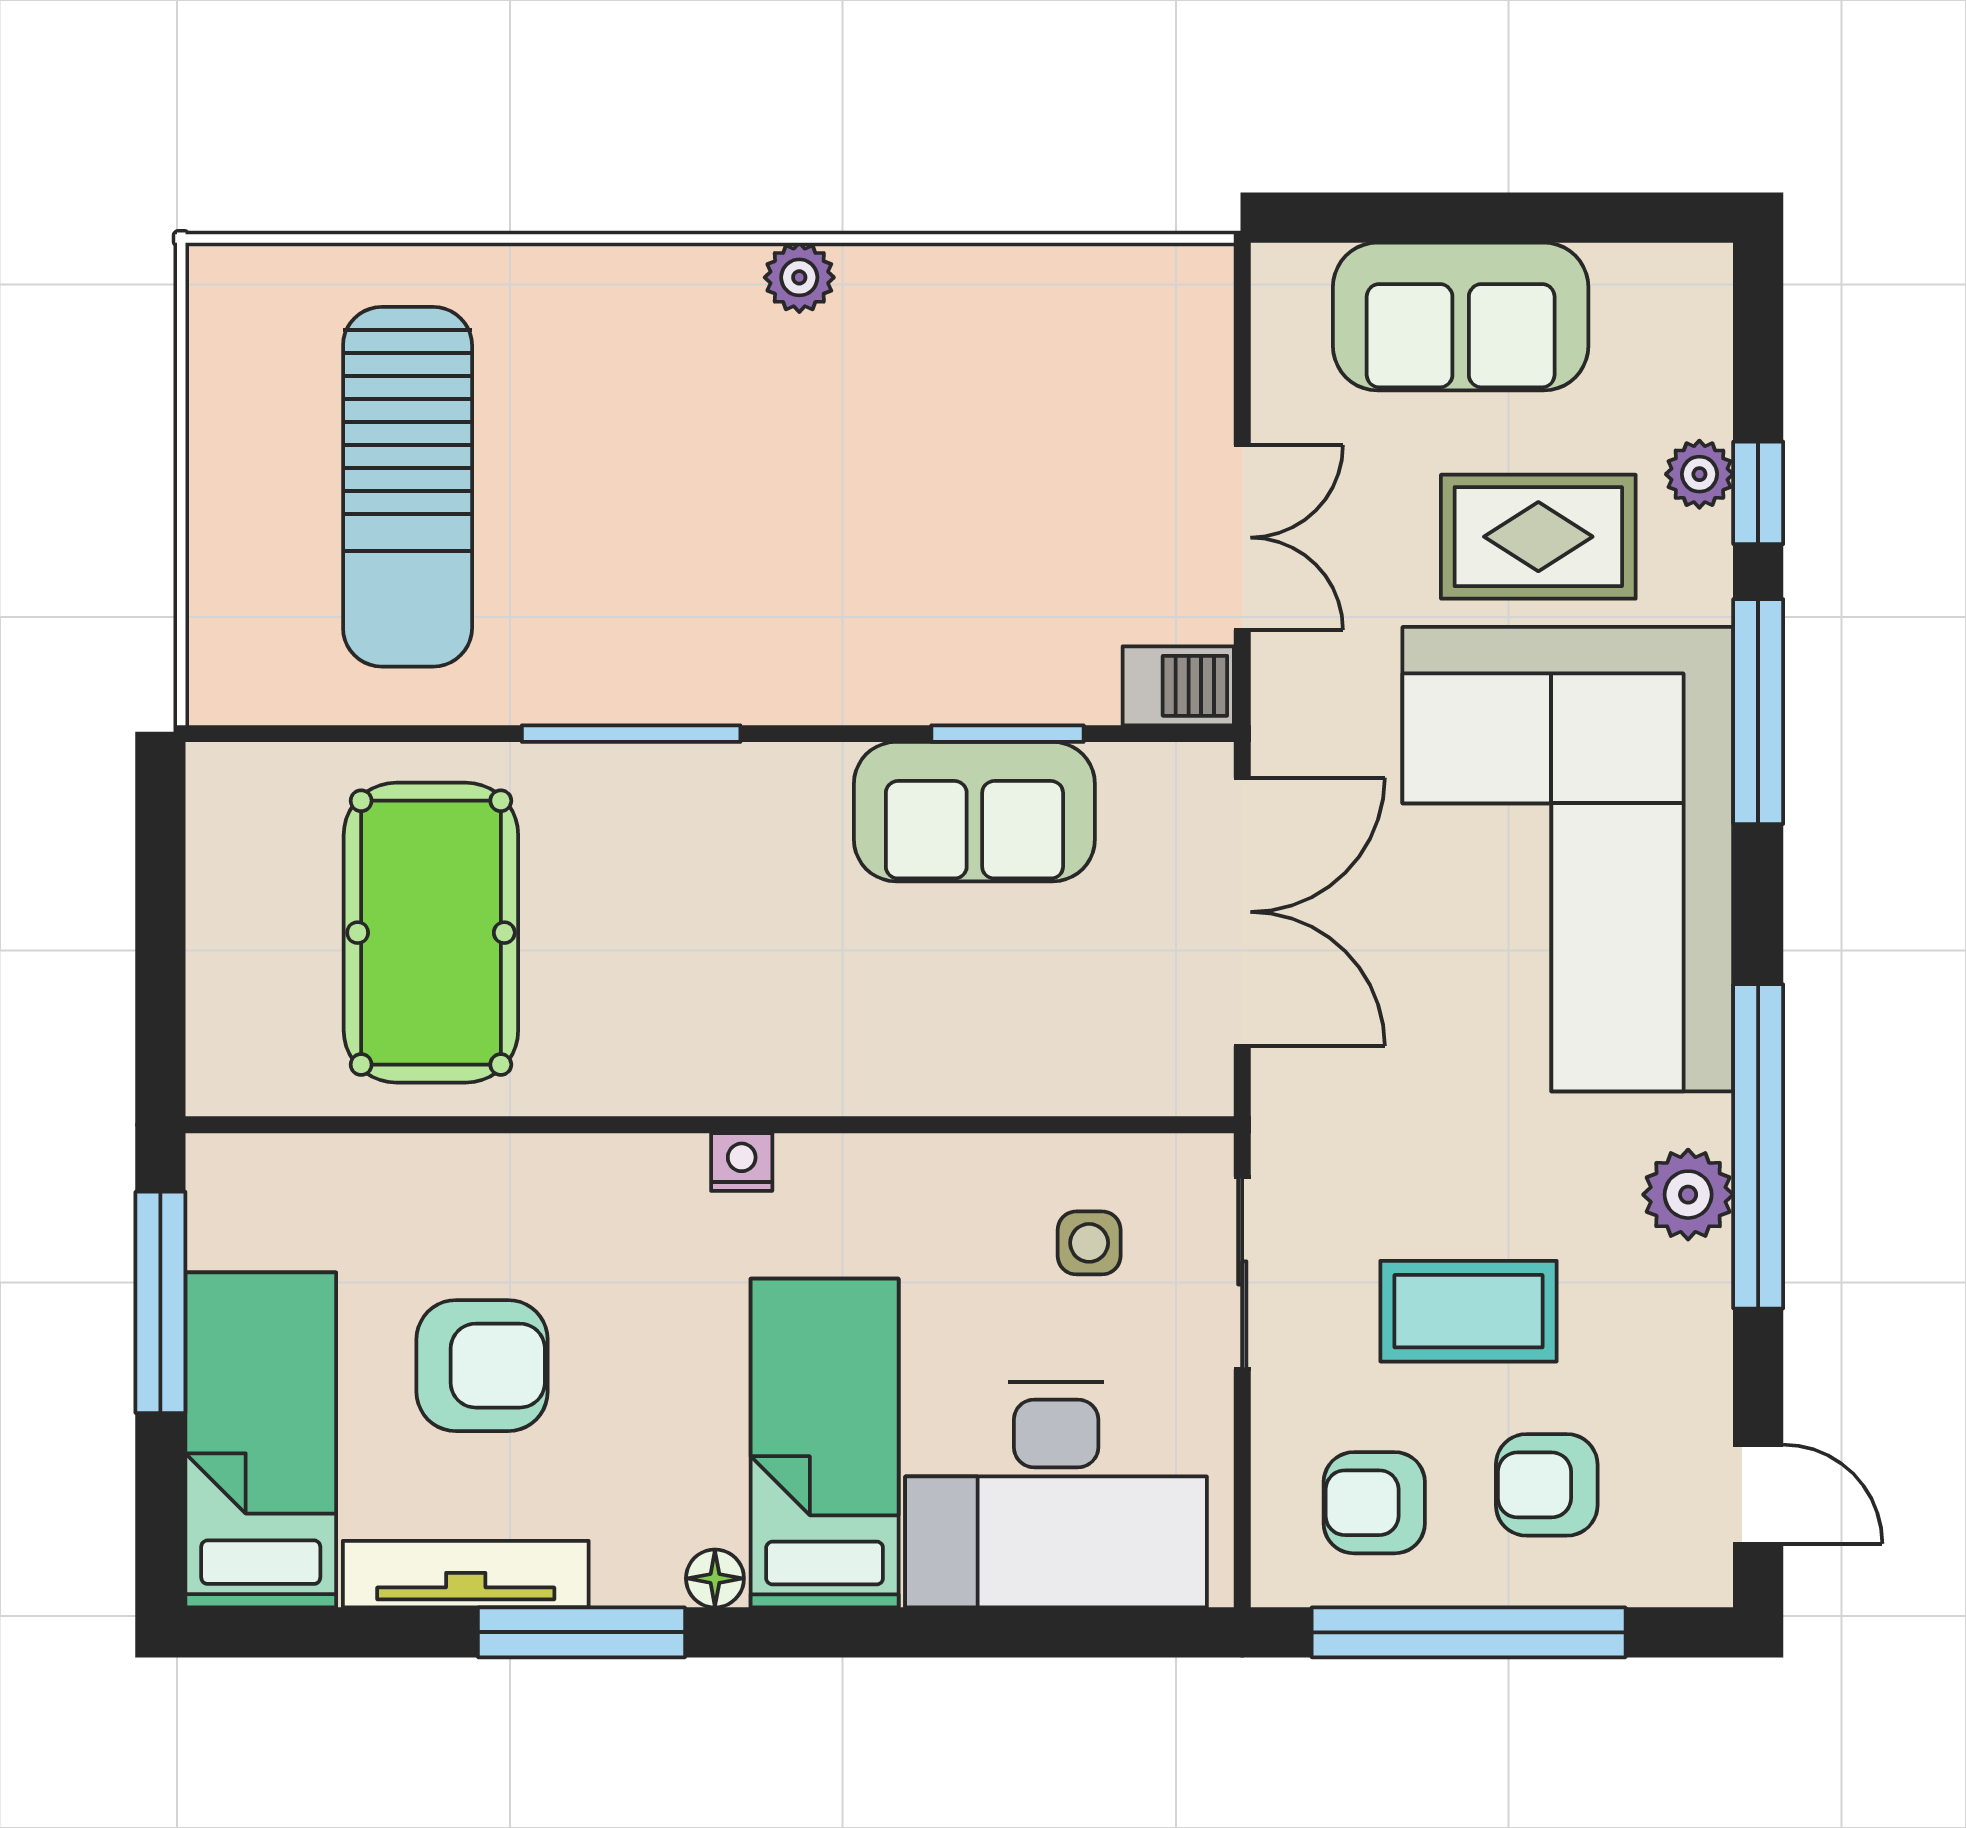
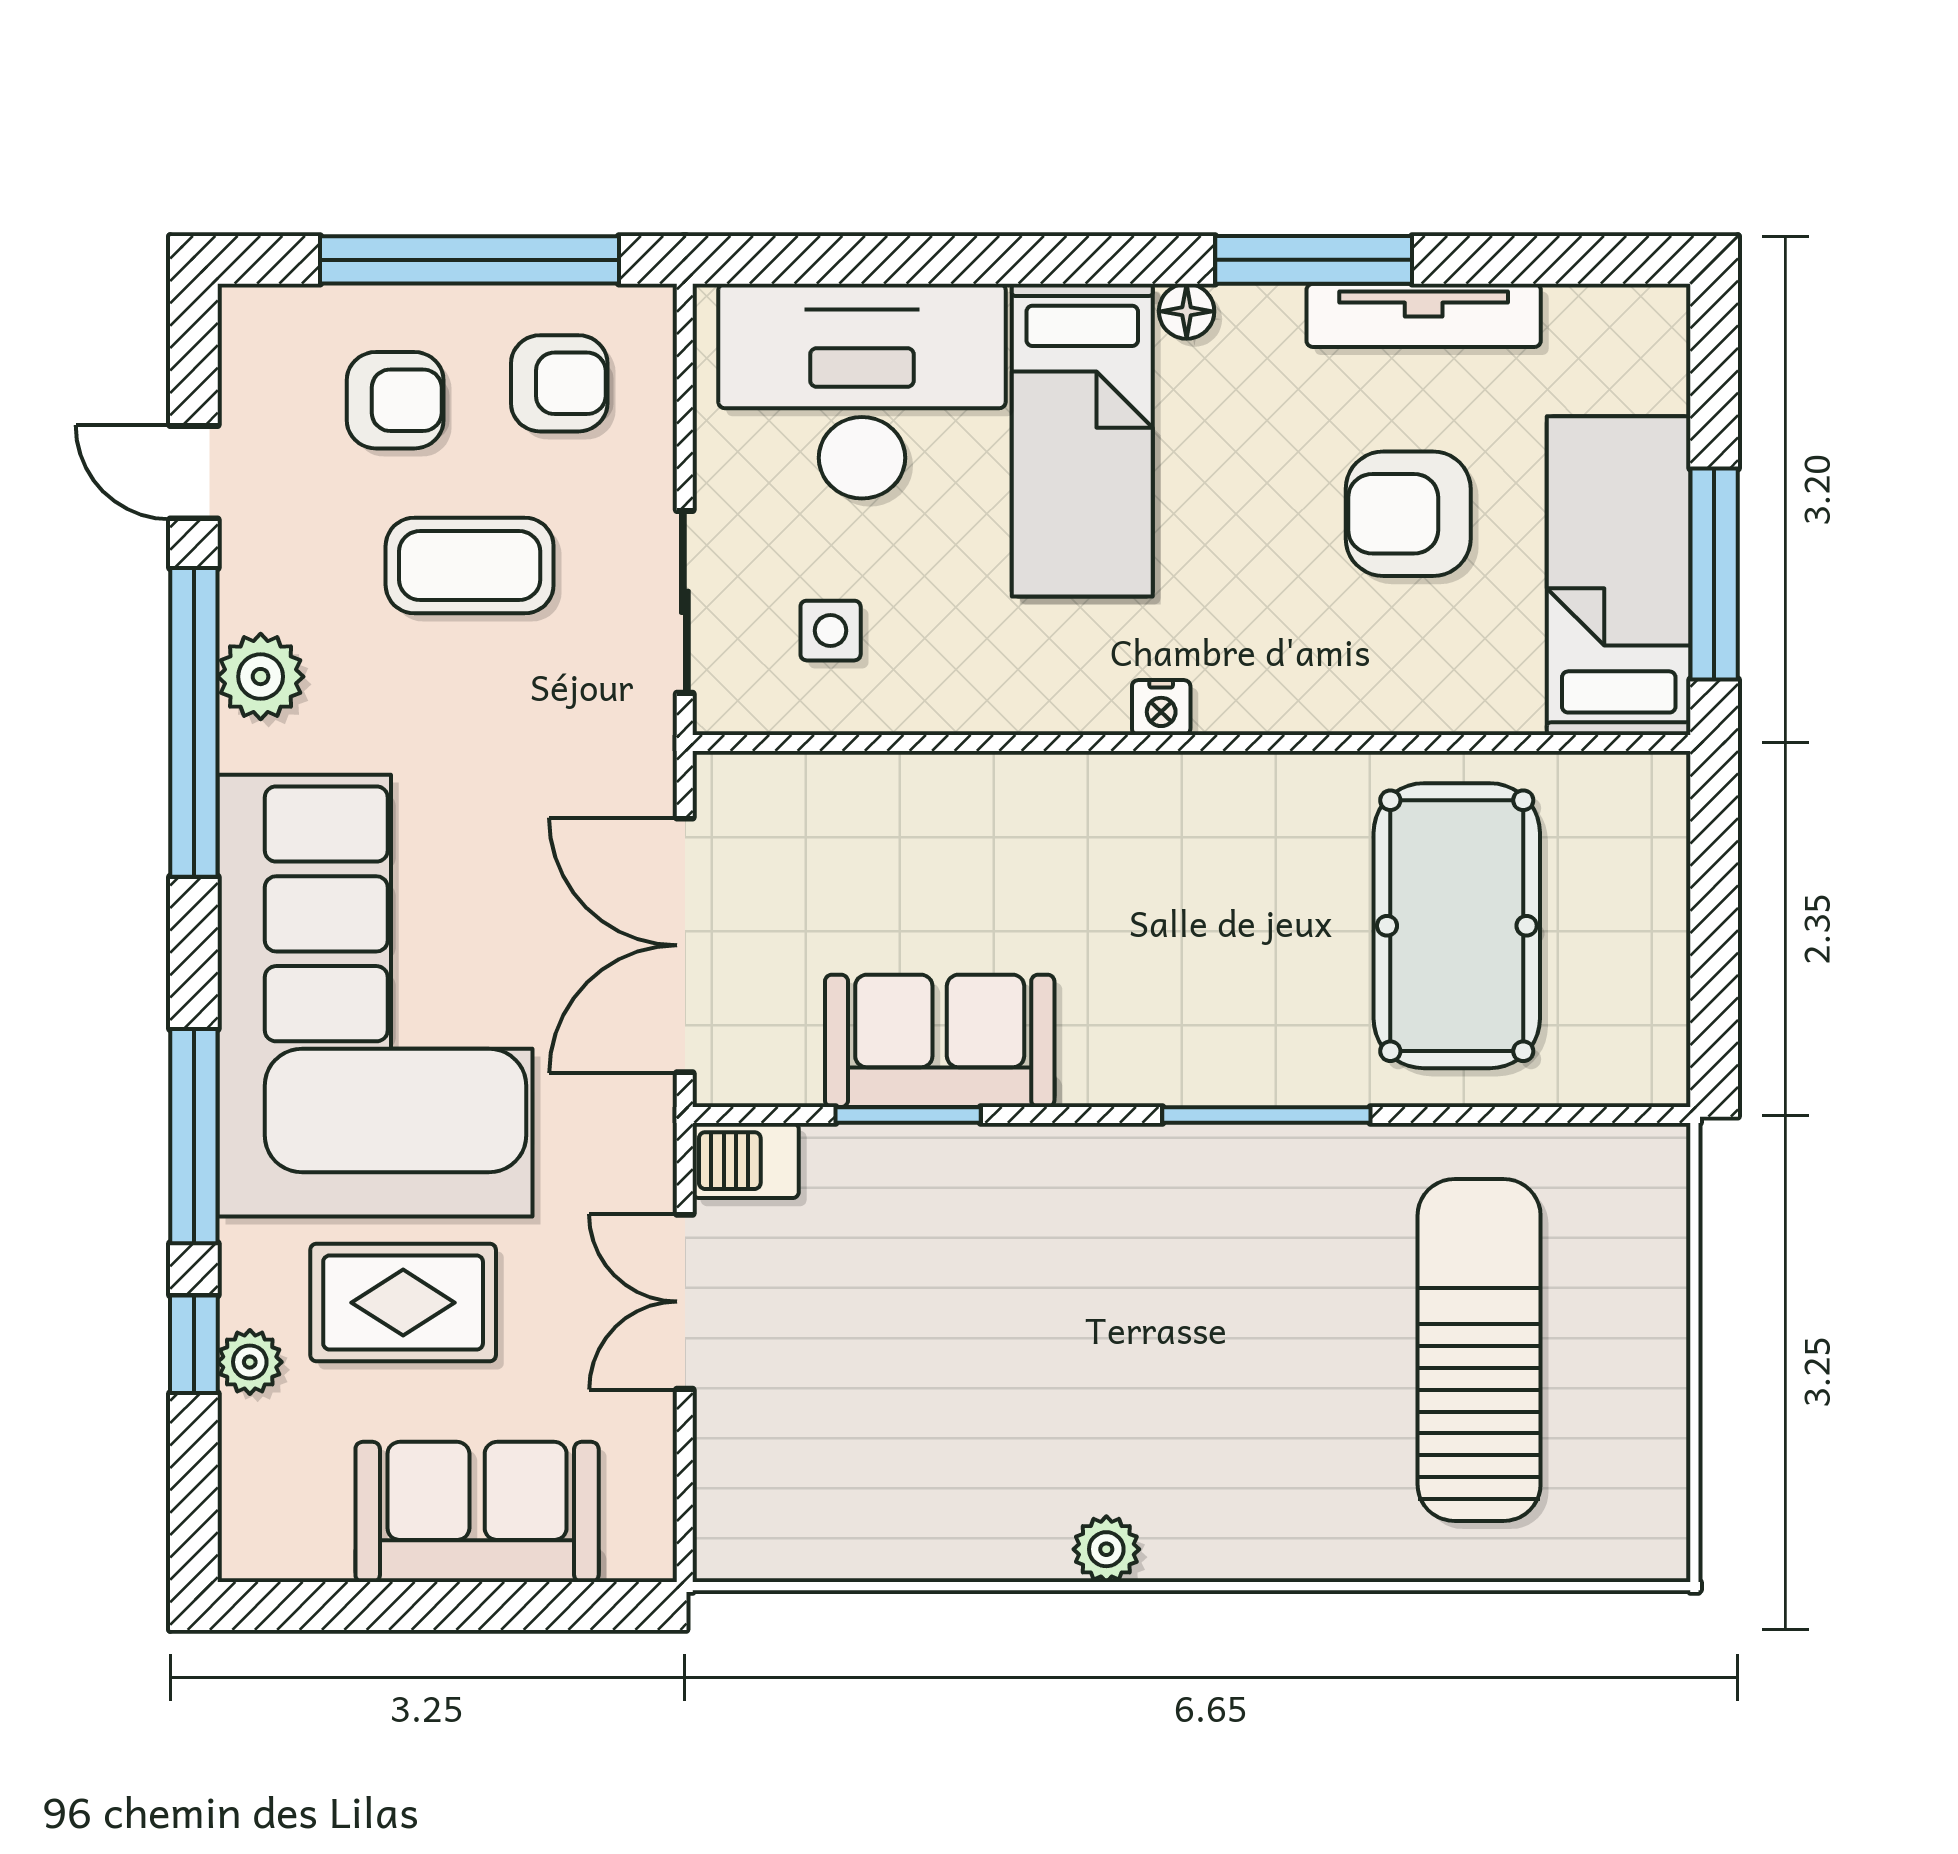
bed: (261, 1440) -> (1619, 576), moved, turned 180
door: (1758, 1494) -> (194, 472), moved

